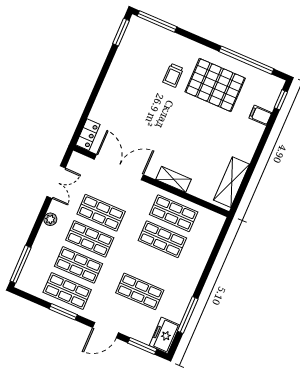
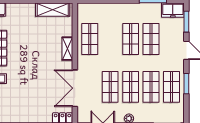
shop shelf: (162, 239) -> (131, 39), moved

